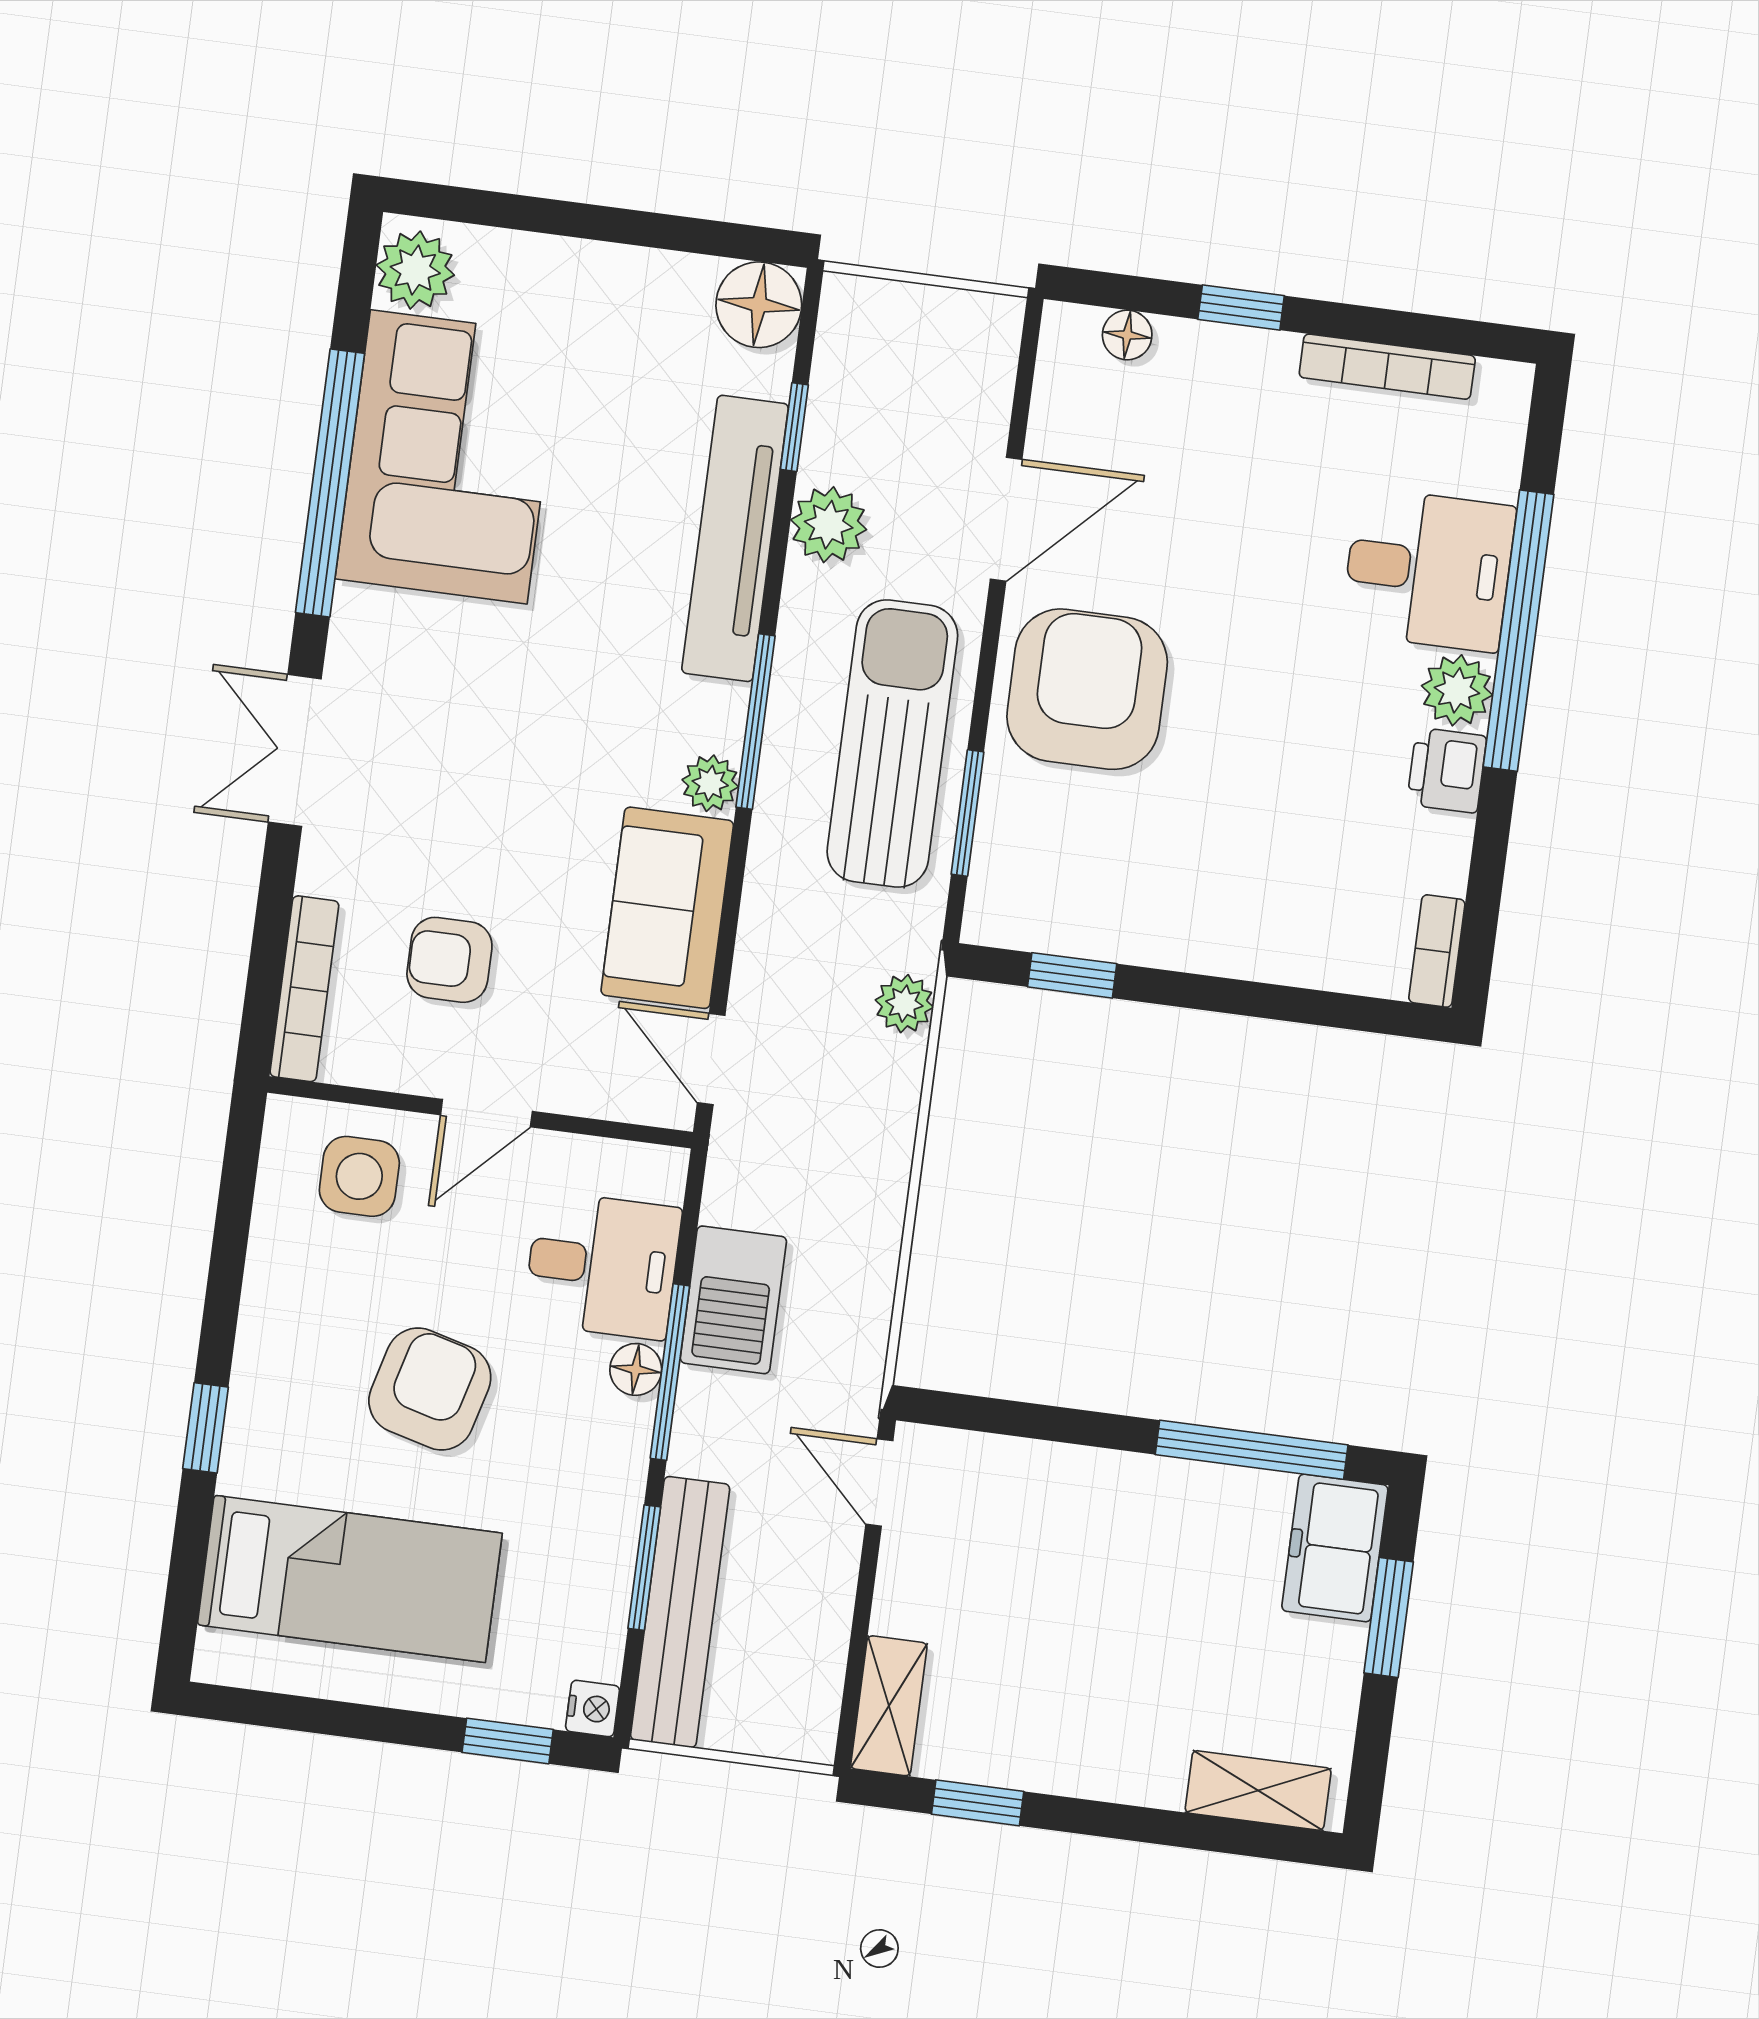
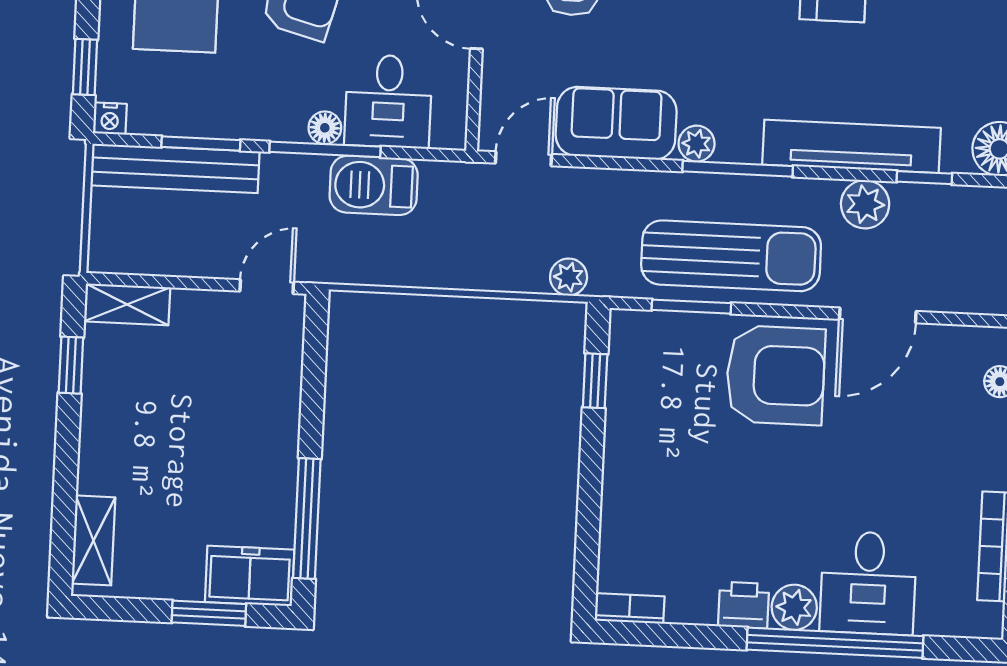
door: (1006, 519) -> (878, 315), hinge flipped

